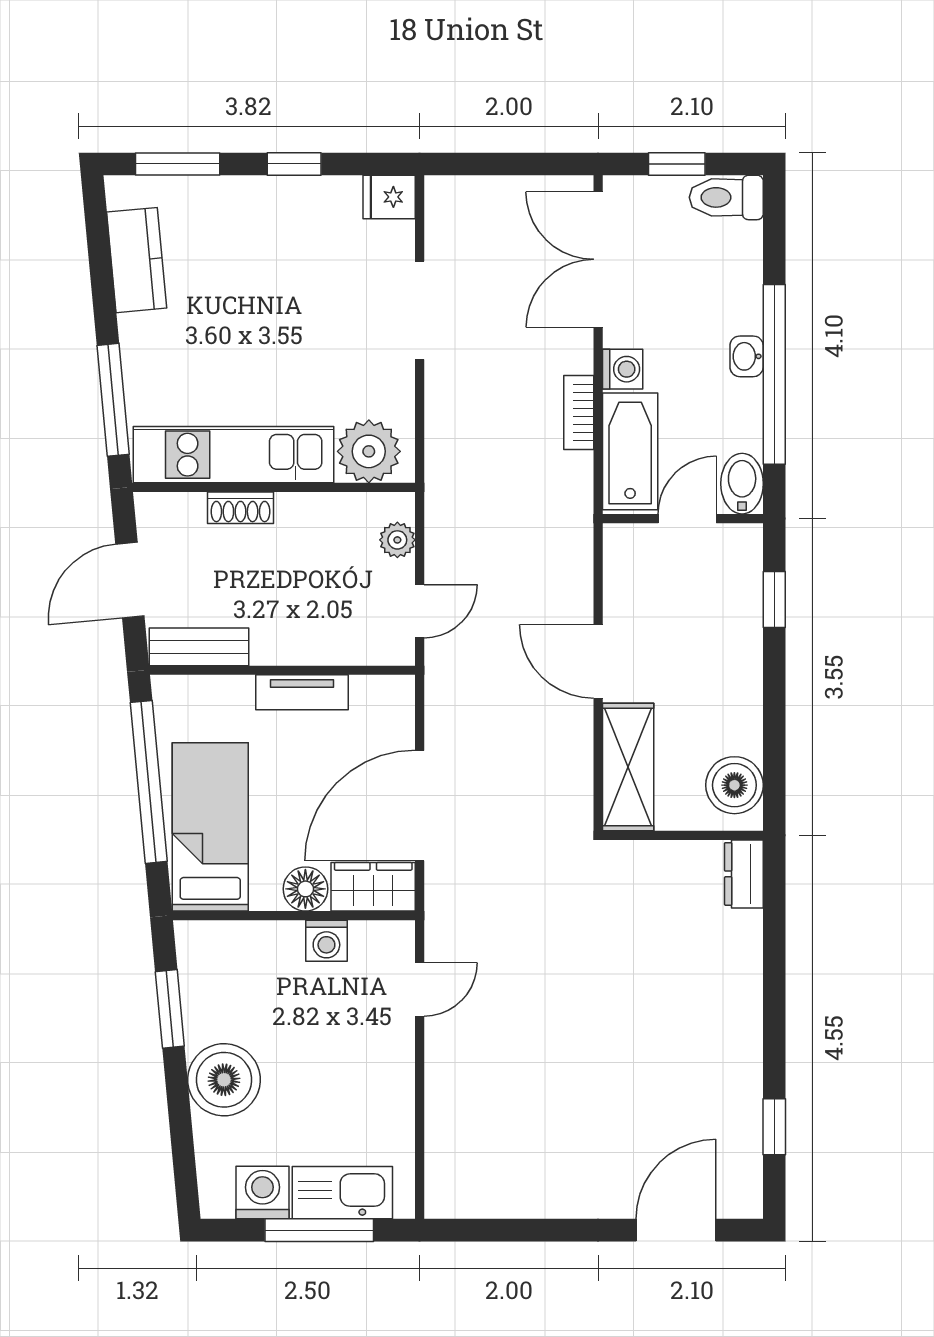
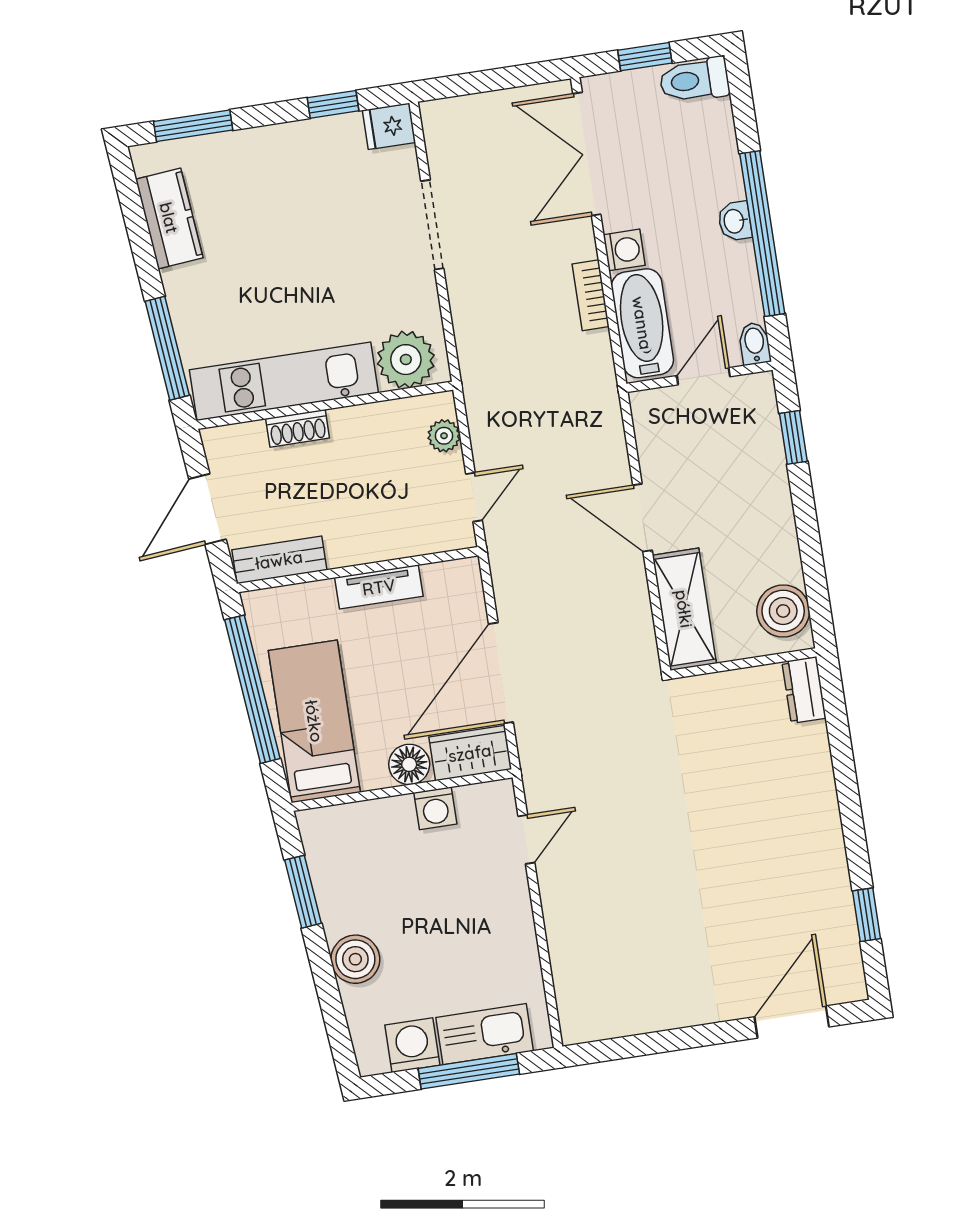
window: (294, 164) -> (333, 104), moved
bidet: (742, 484) -> (755, 343), width x0.72, depth x0.74
boiler: (224, 1080) -> (355, 959), width x0.73, depth x0.73

